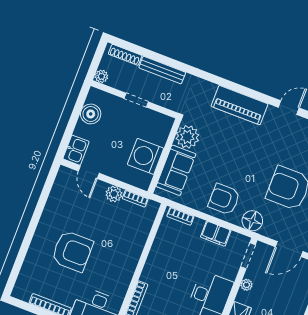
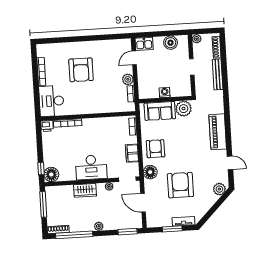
washing machine: (145, 156) -> (165, 93), width x0.53, depth x0.53

